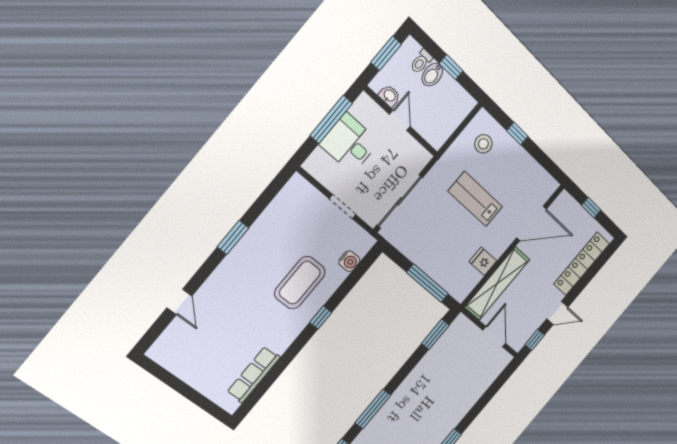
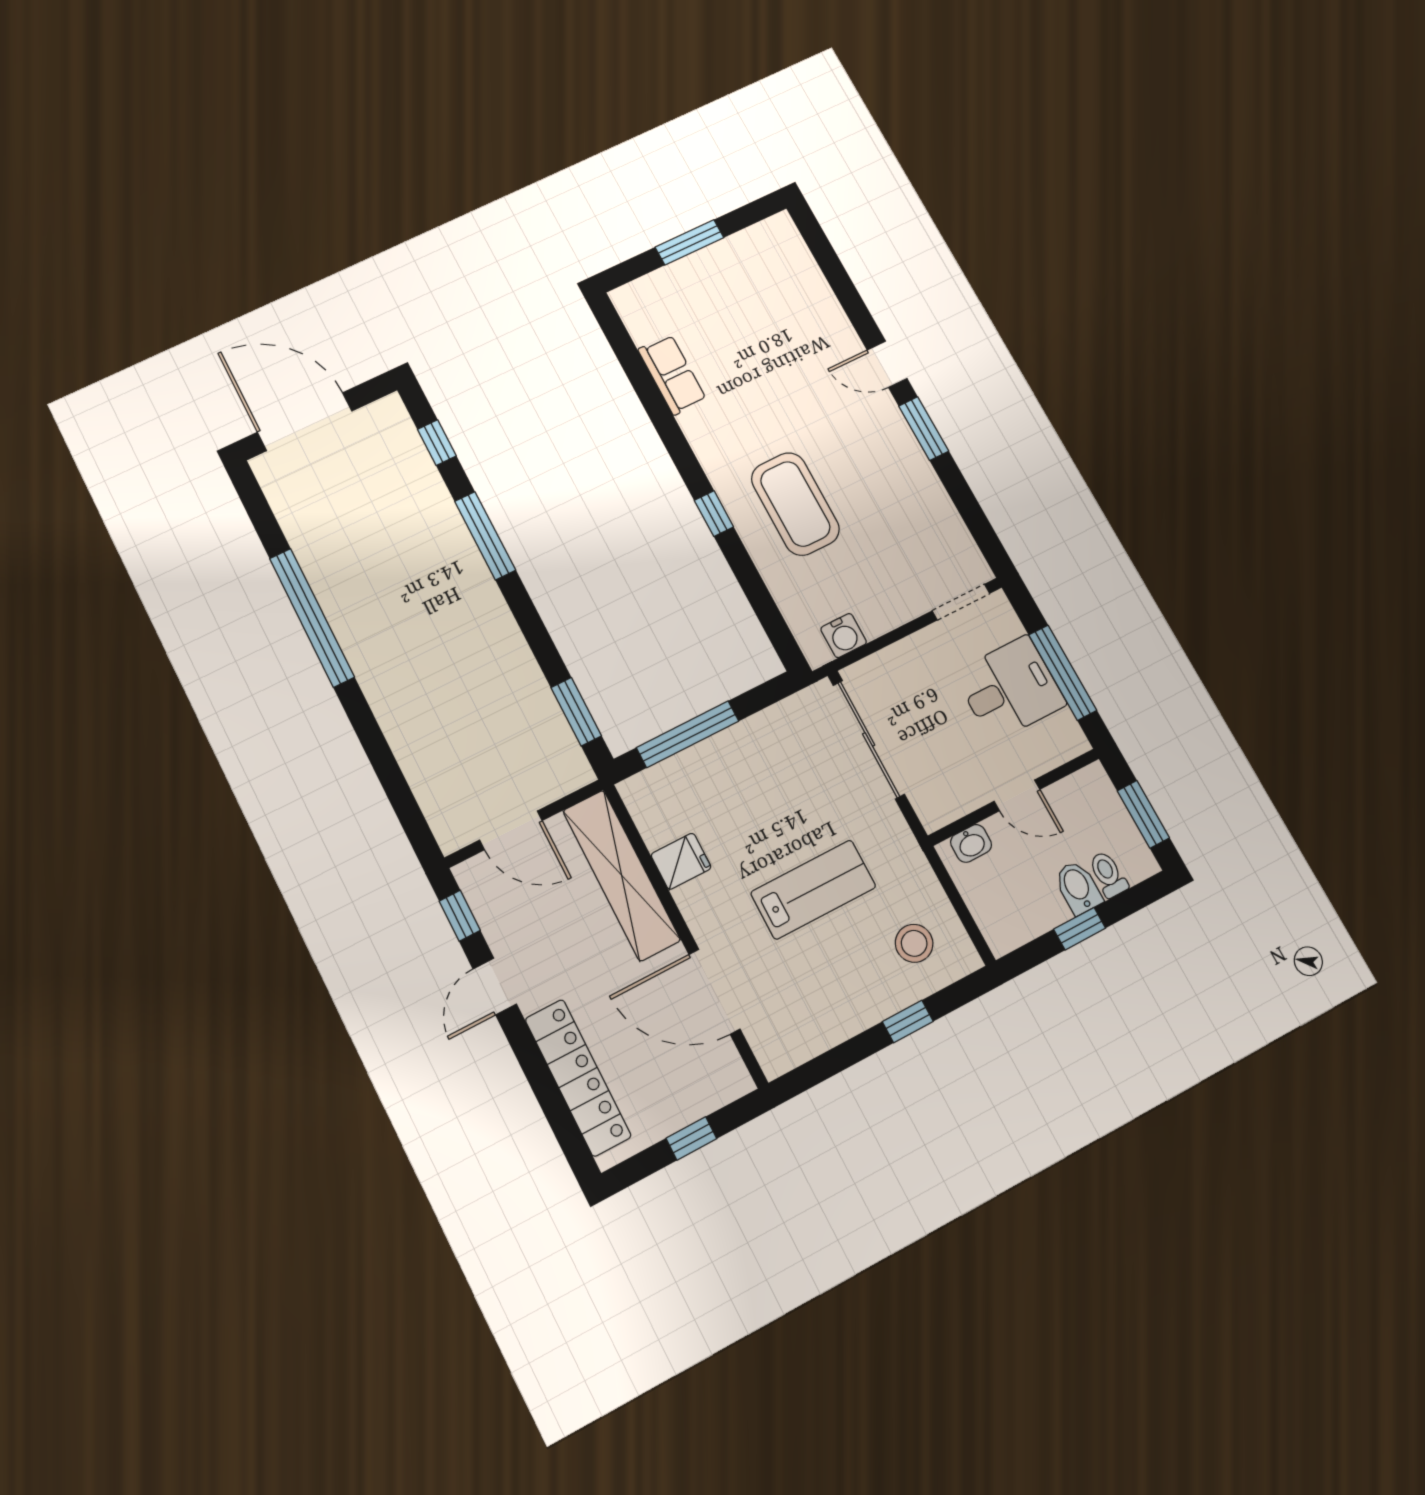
washbasin: (389, 96) -> (971, 843), moved
doorway: (343, 207) -> (961, 602), moved
door: (531, 223) -> (714, 992), hinge flipped
water cooler: (349, 261) -> (844, 636), moved, turned -90
door: (179, 302) -> (887, 364), moved
row of seats: (254, 375) -> (672, 375), width x0.68
window: (186, 391) -> (690, 242), added

